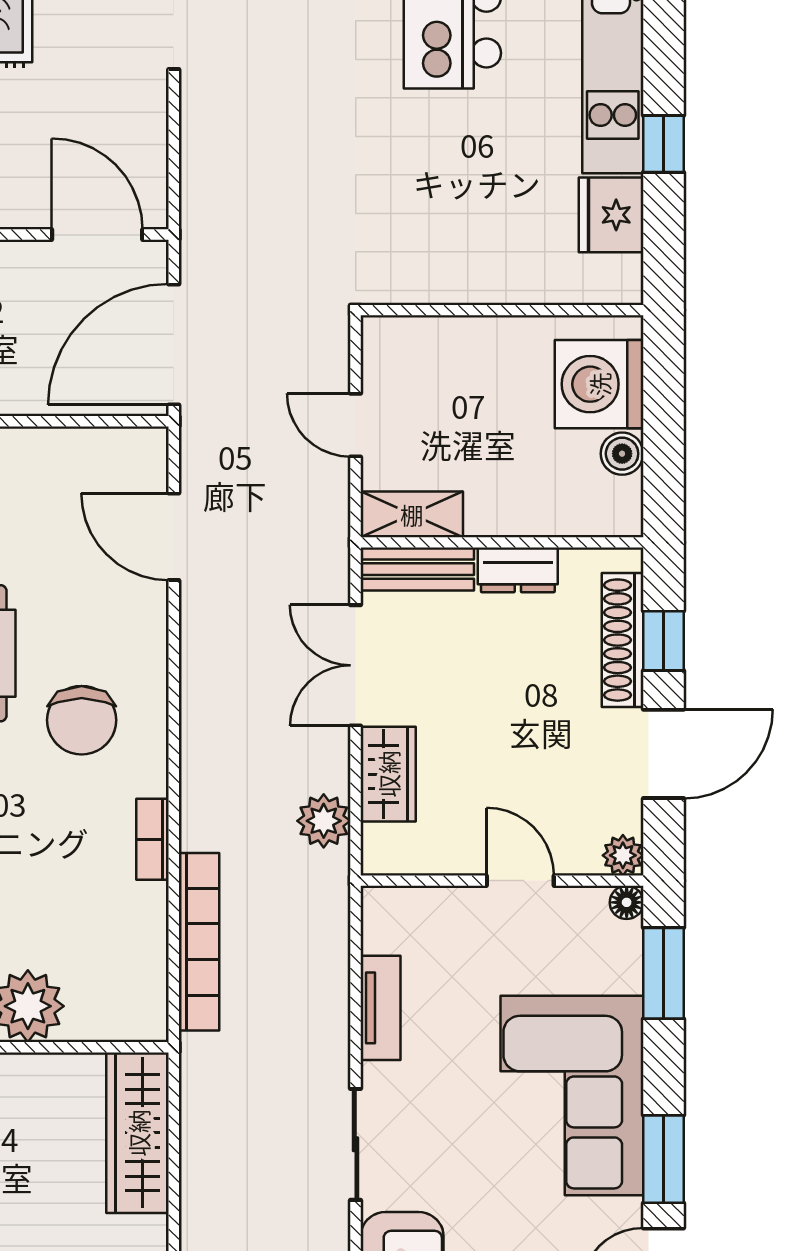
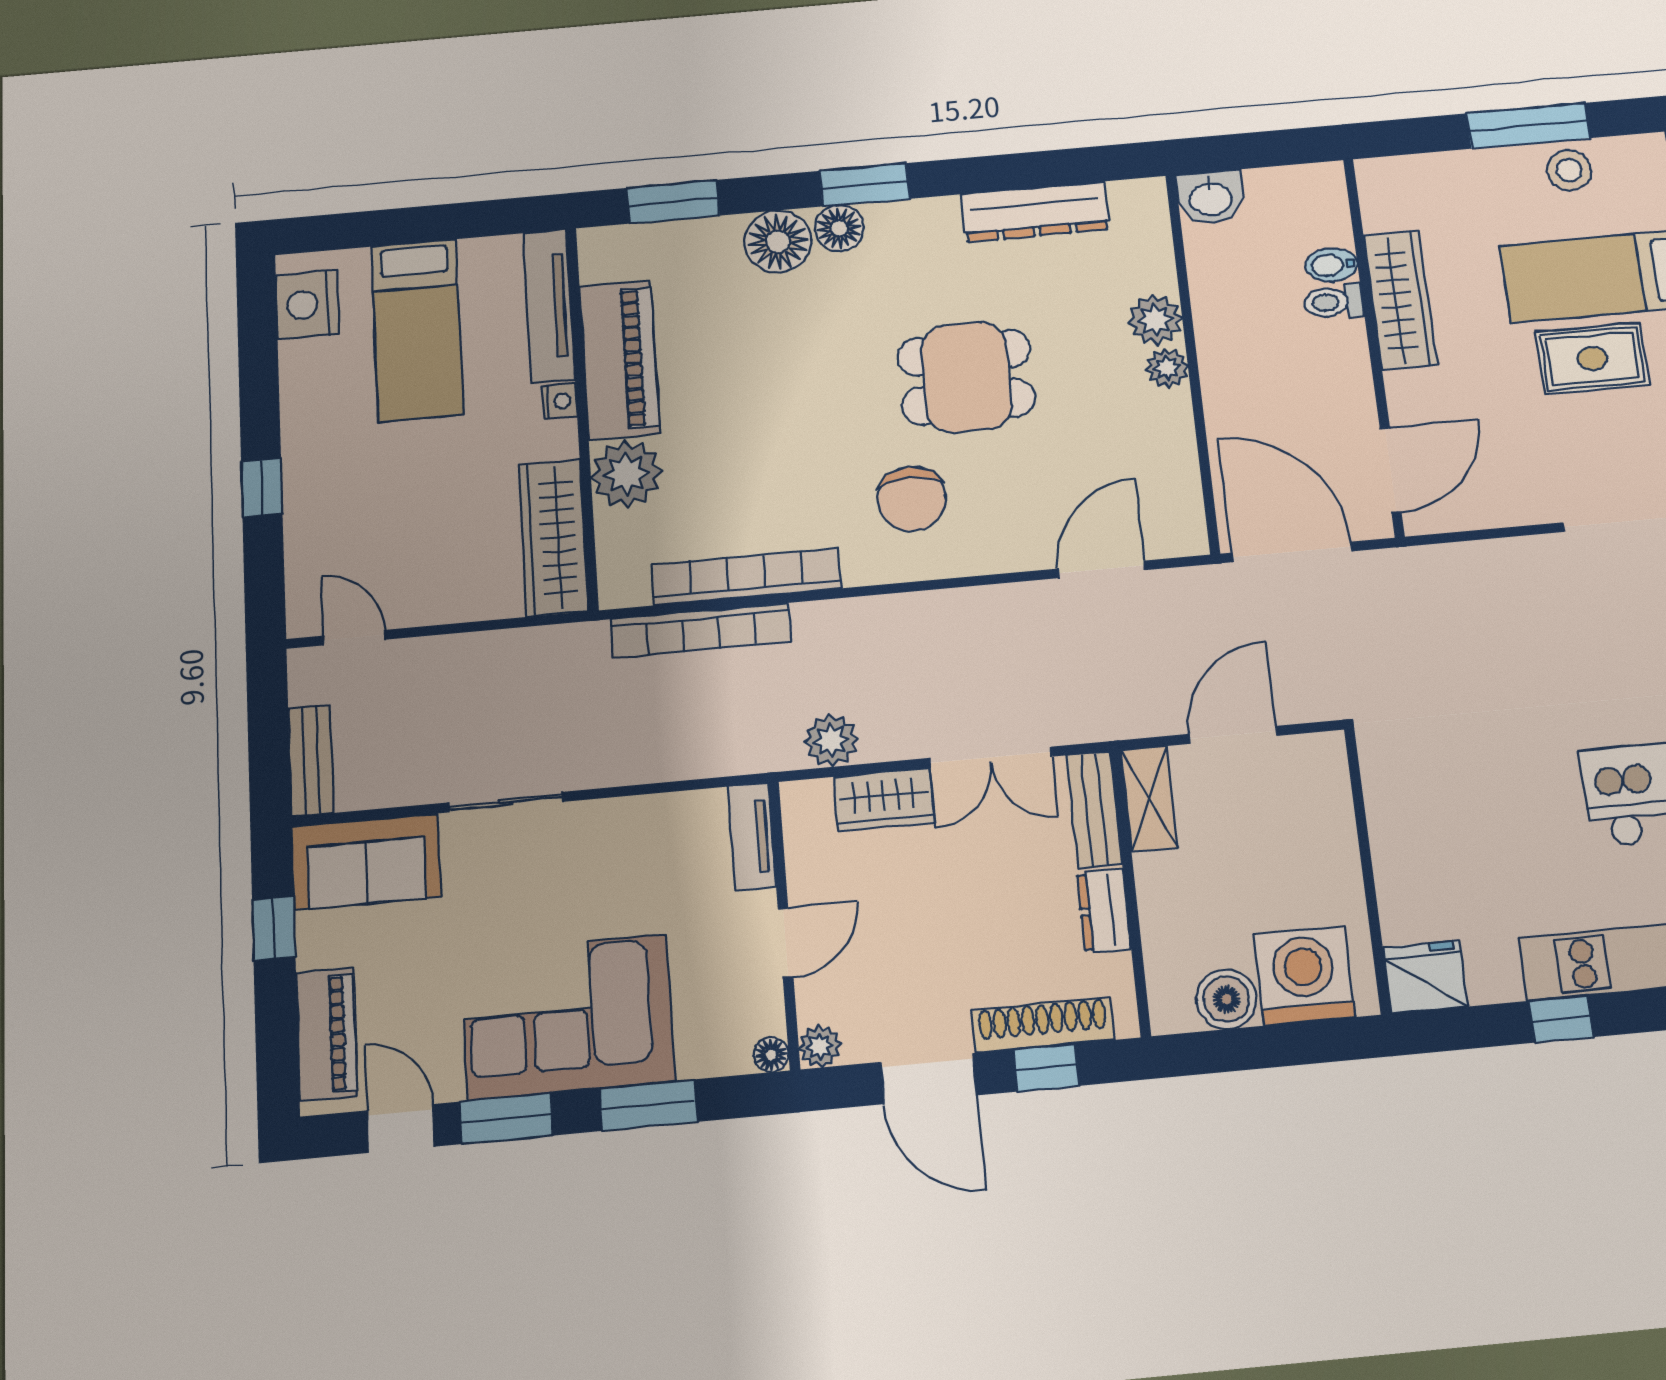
fridge: (611, 215) -> (1426, 977), moved
door: (356, 425) -> (1233, 735), width x1.37
boiler: (622, 454) -> (1226, 999), width x1.36, depth x1.36
double door: (356, 665) -> (991, 757), swing flipped
chair: (82, 720) -> (912, 499), turned -90
bookcase: (152, 839) -> (746, 577), width x2.31, depth x1.31
window: (663, 973) -> (648, 1105), moved
tv unit: (380, 1008) -> (752, 837), moved, turned 90
wardrobe: (138, 1133) -> (553, 538), moved, turned -90

